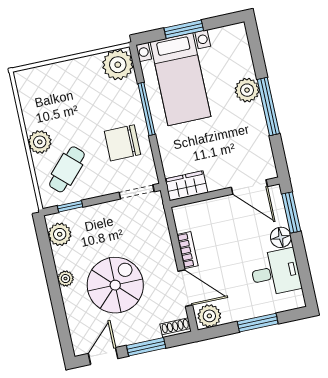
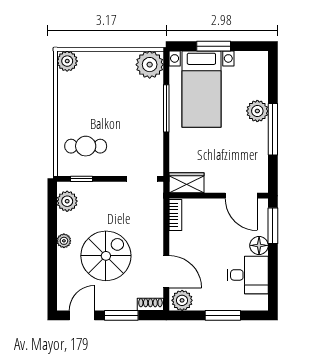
plant: (40, 142) -> (67, 61), moved
chair: (122, 143) -> (139, 133), removed
cafe table: (67, 169) -> (86, 146), turned 47
bookcase: (187, 250) -> (175, 215), moved

